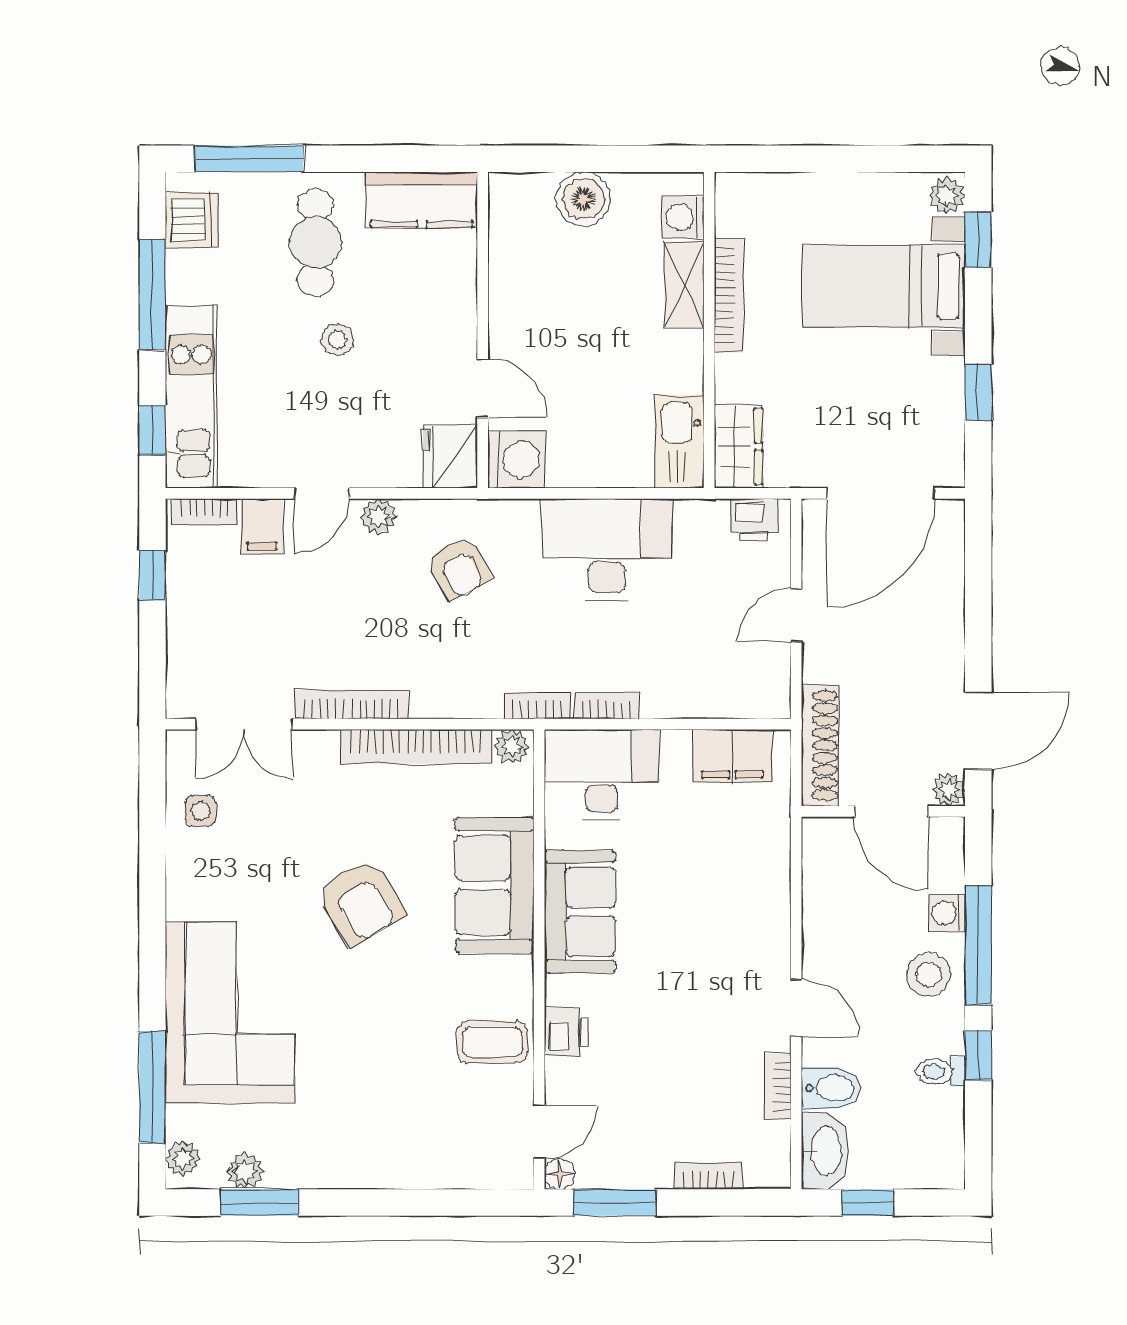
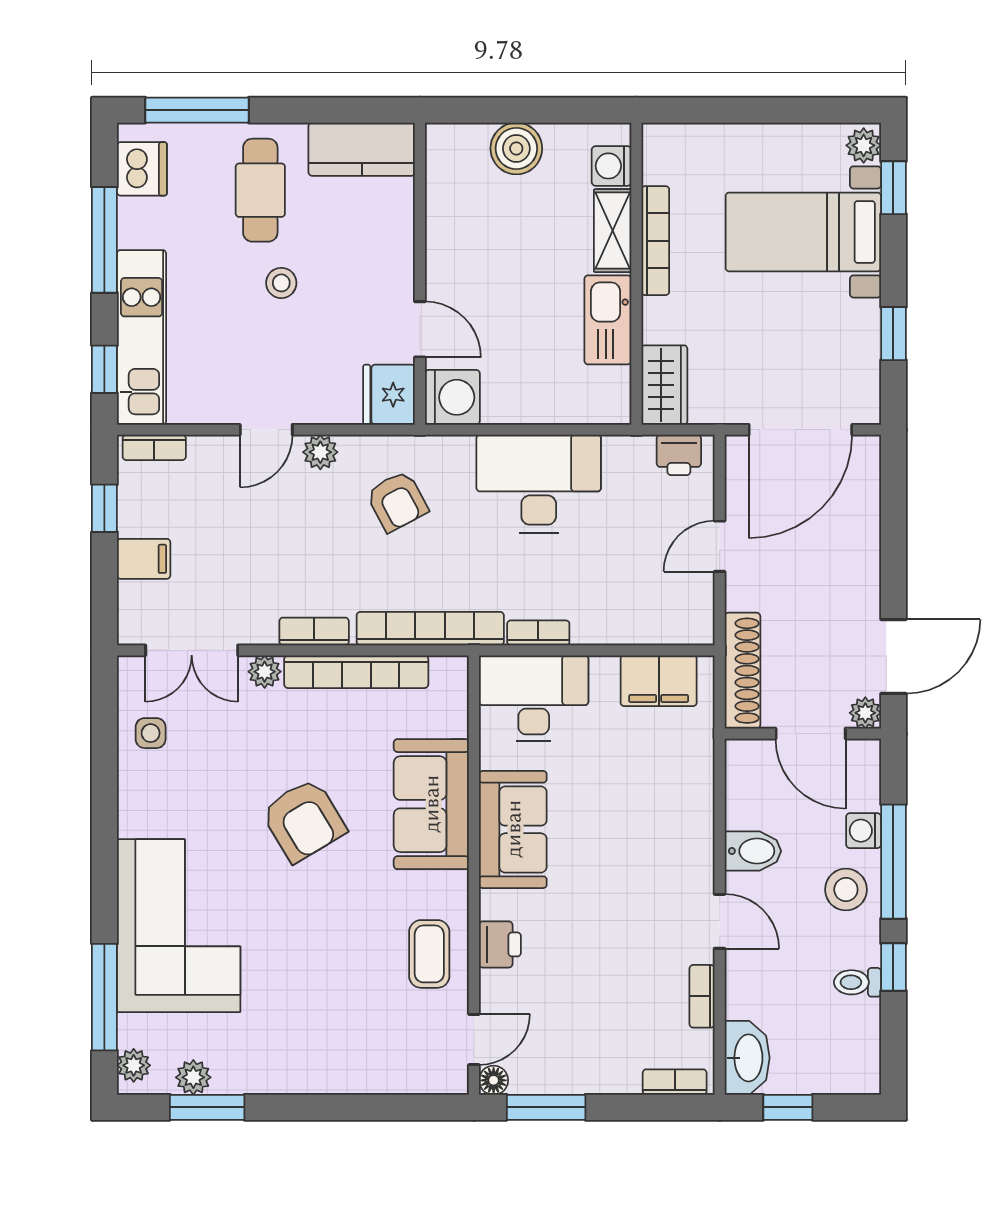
kitchen sink: (679, 441) -> (608, 320), moved
filing cabinet: (262, 526) -> (144, 559), moved, turned -90
bookcase: (351, 704) -> (314, 631), width x0.64
bookcase: (537, 706) -> (430, 629), width x2.31, depth x1.31
plant: (512, 747) -> (265, 672), moved
coffee table: (492, 1042) -> (429, 954), turned 90
bidet: (831, 1088) -> (753, 851), moved
bookcase: (708, 1176) -> (675, 1082), moved

